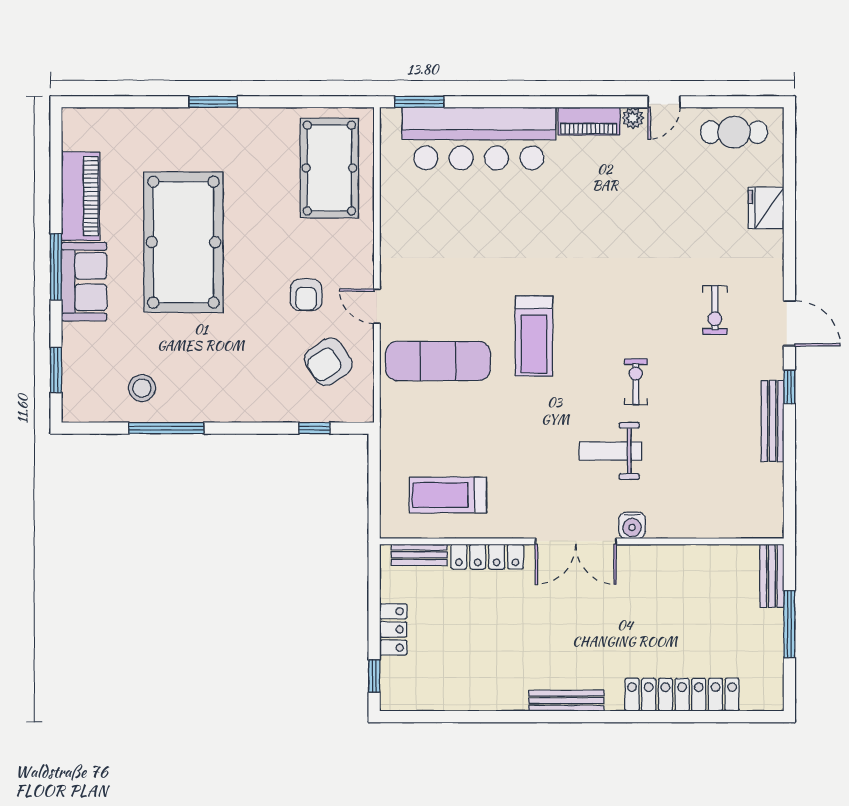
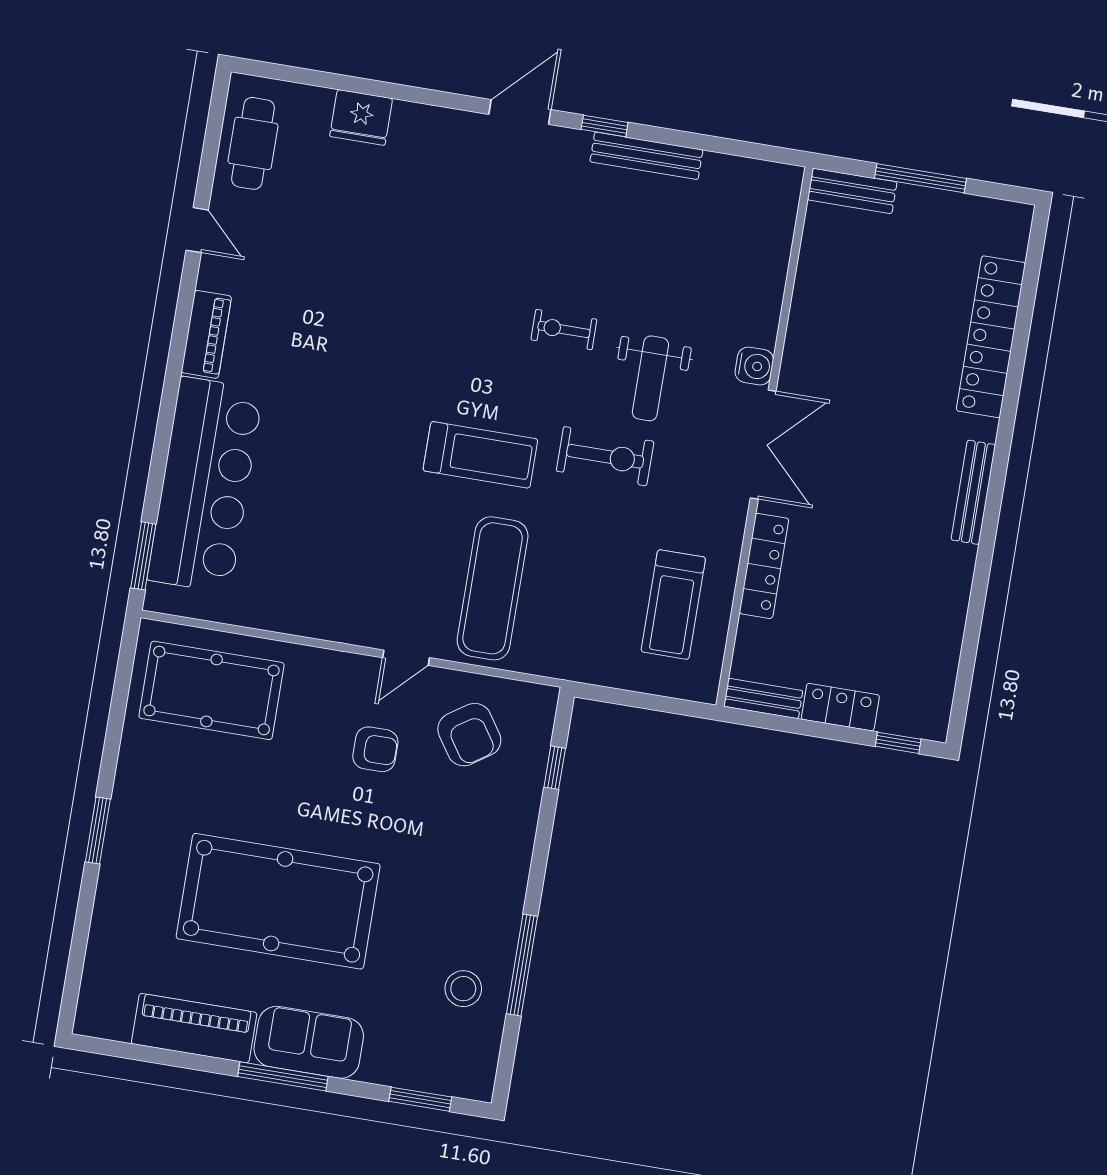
plant: (633, 118) -> (212, 275), removed
exercise bike: (715, 310) -> (605, 456), moved, width x1.38, depth x1.39
bench: (419, 555) -> (763, 698), moved, turned 90

